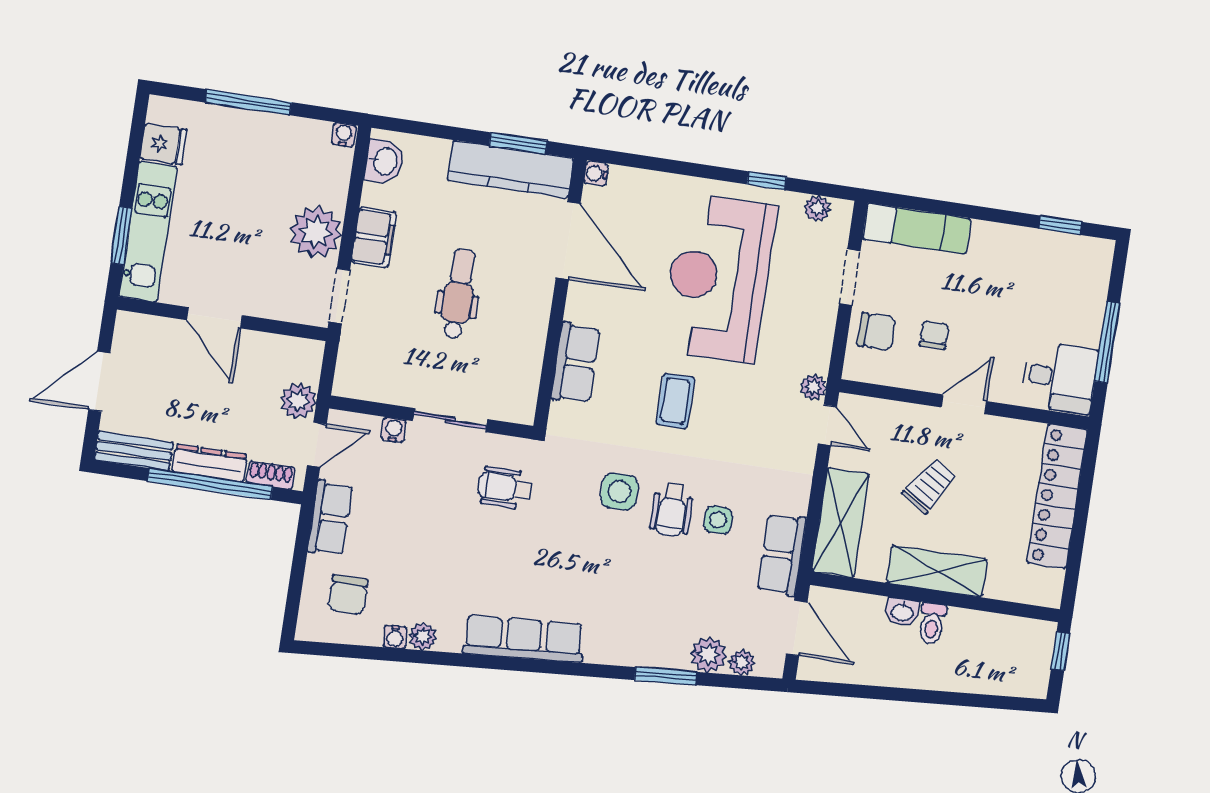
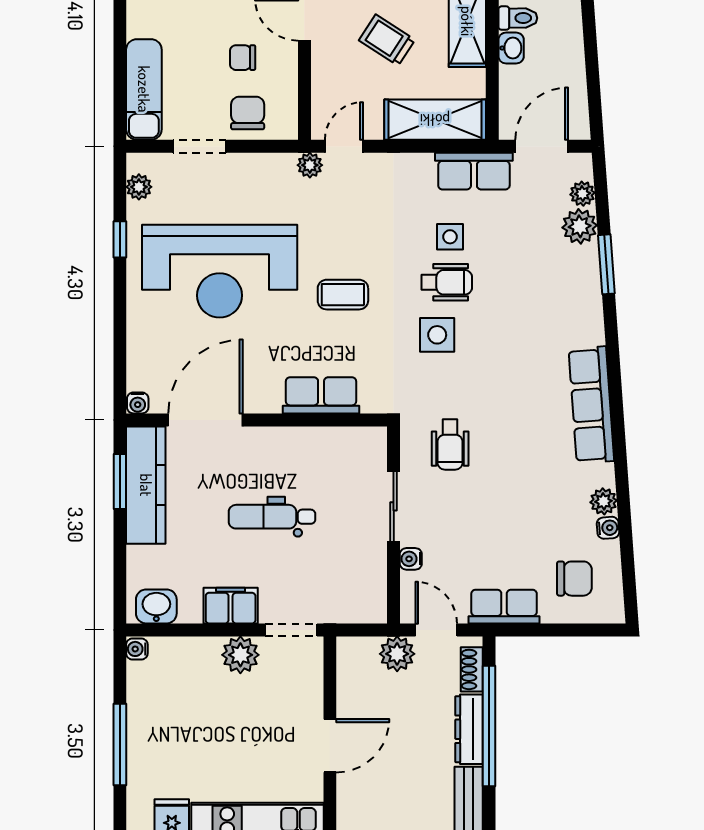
plant: (316, 232) -> (240, 655), width x0.73, depth x0.73

